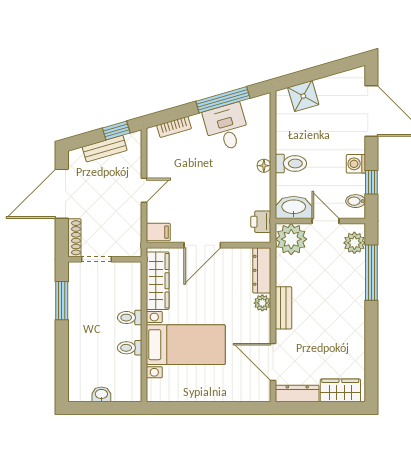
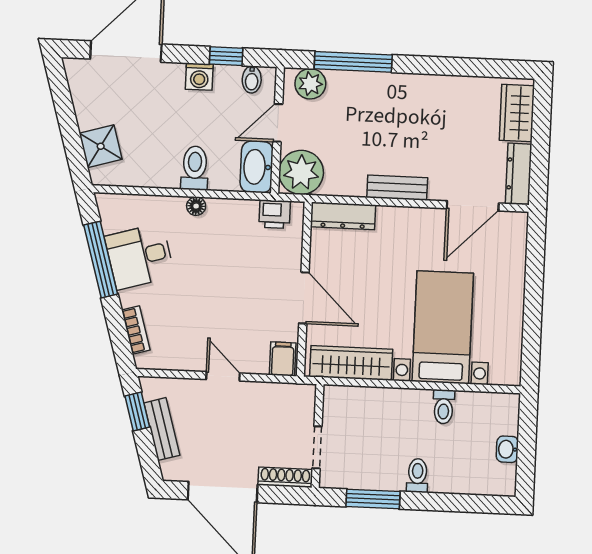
plant: (262, 303) -> (389, 217), removed
toilet: (130, 318) -> (417, 476), moved, turned 180

